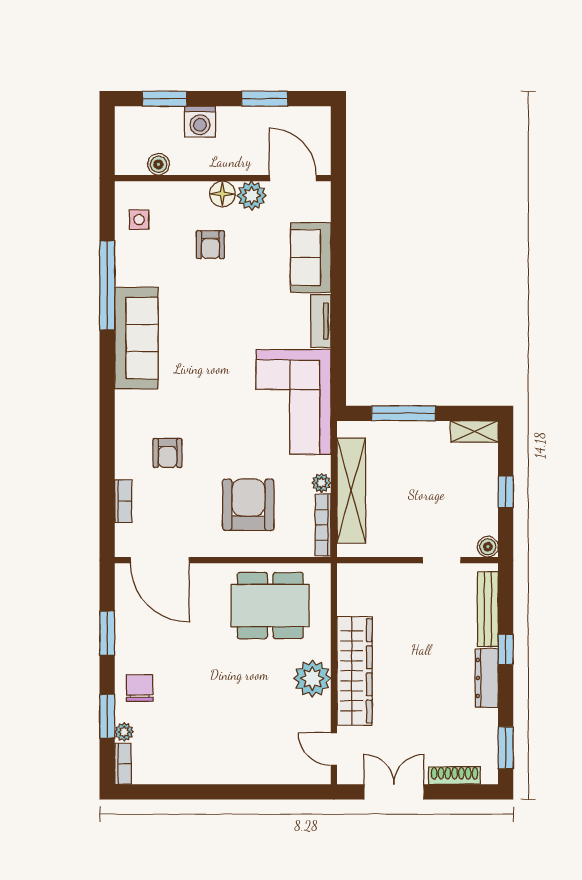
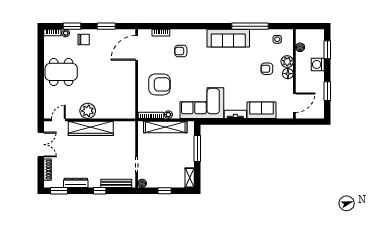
plant: (252, 196) -> (287, 62), moved
dining table: (270, 606) -> (61, 72), moved, turned 90
dresser: (487, 678) -> (76, 183), moved

